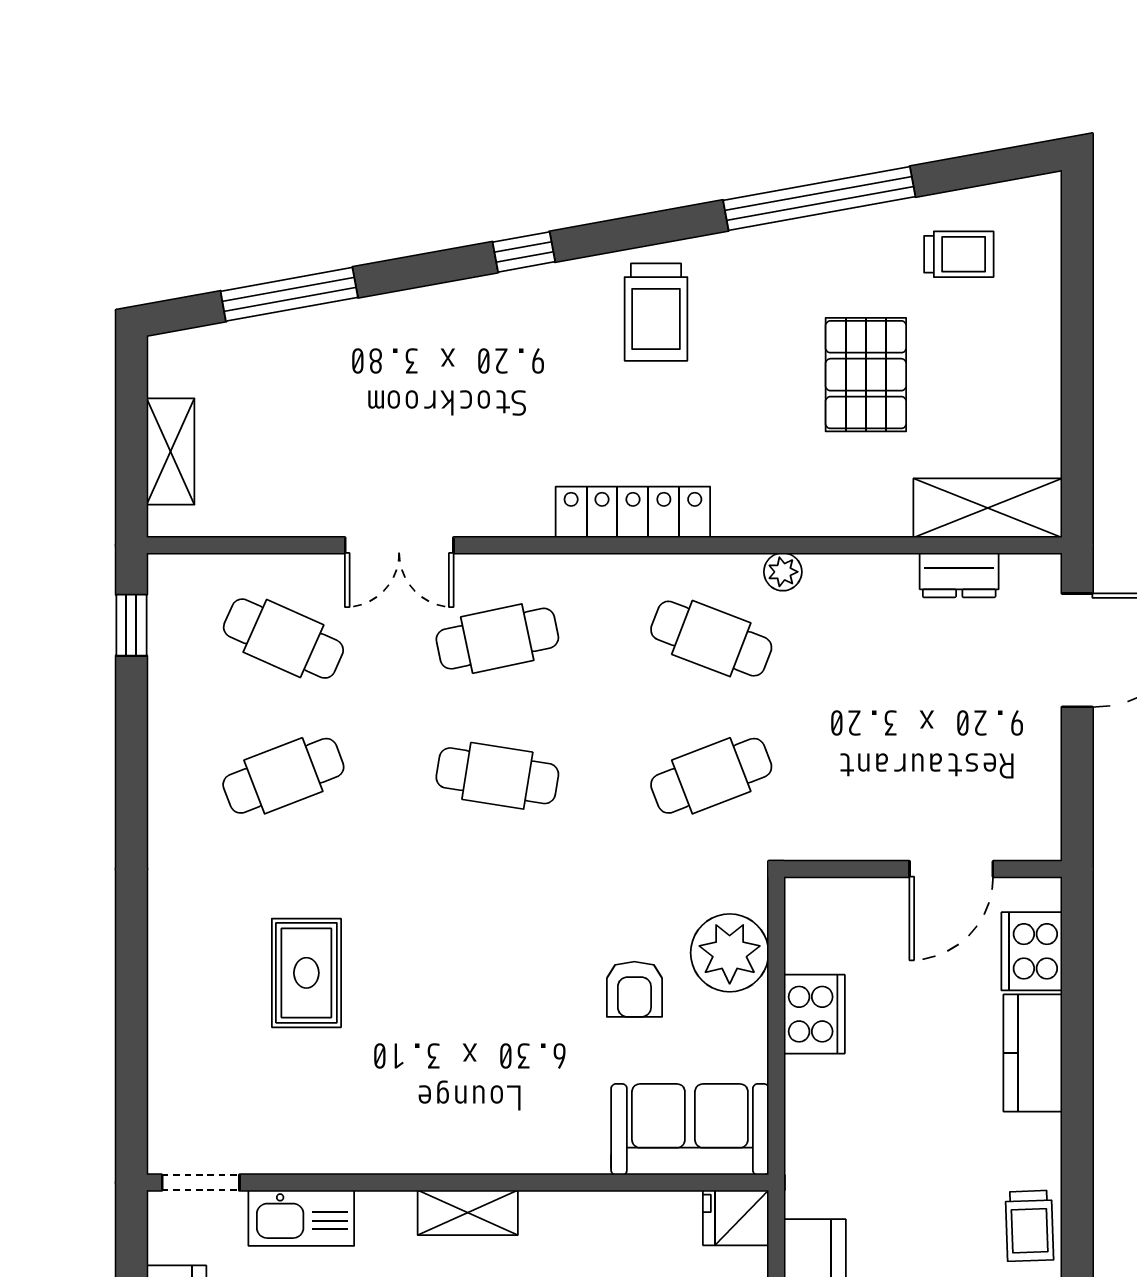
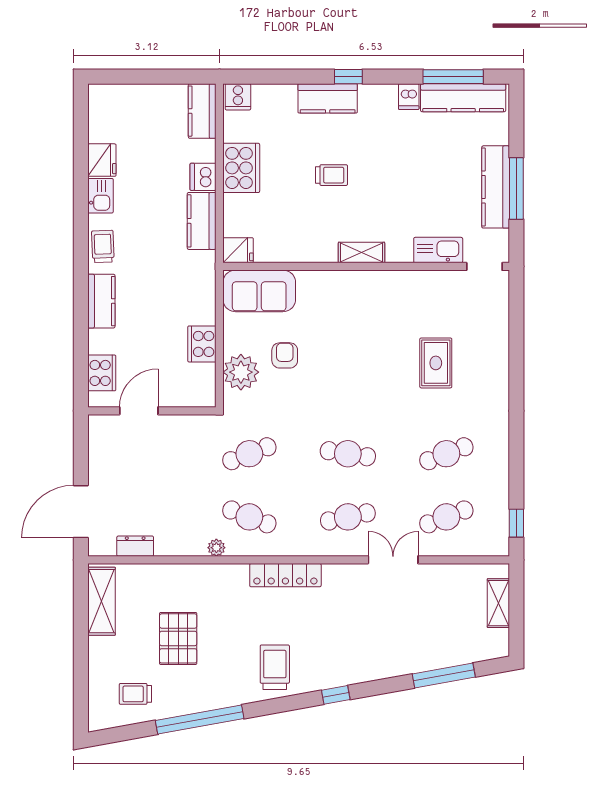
shelving: (988, 508) -> (102, 601), moved, turned 90
cafe table: (283, 639) -> (446, 517), turned -45
kitchen counter: (1033, 1053) -> (101, 301), moved

